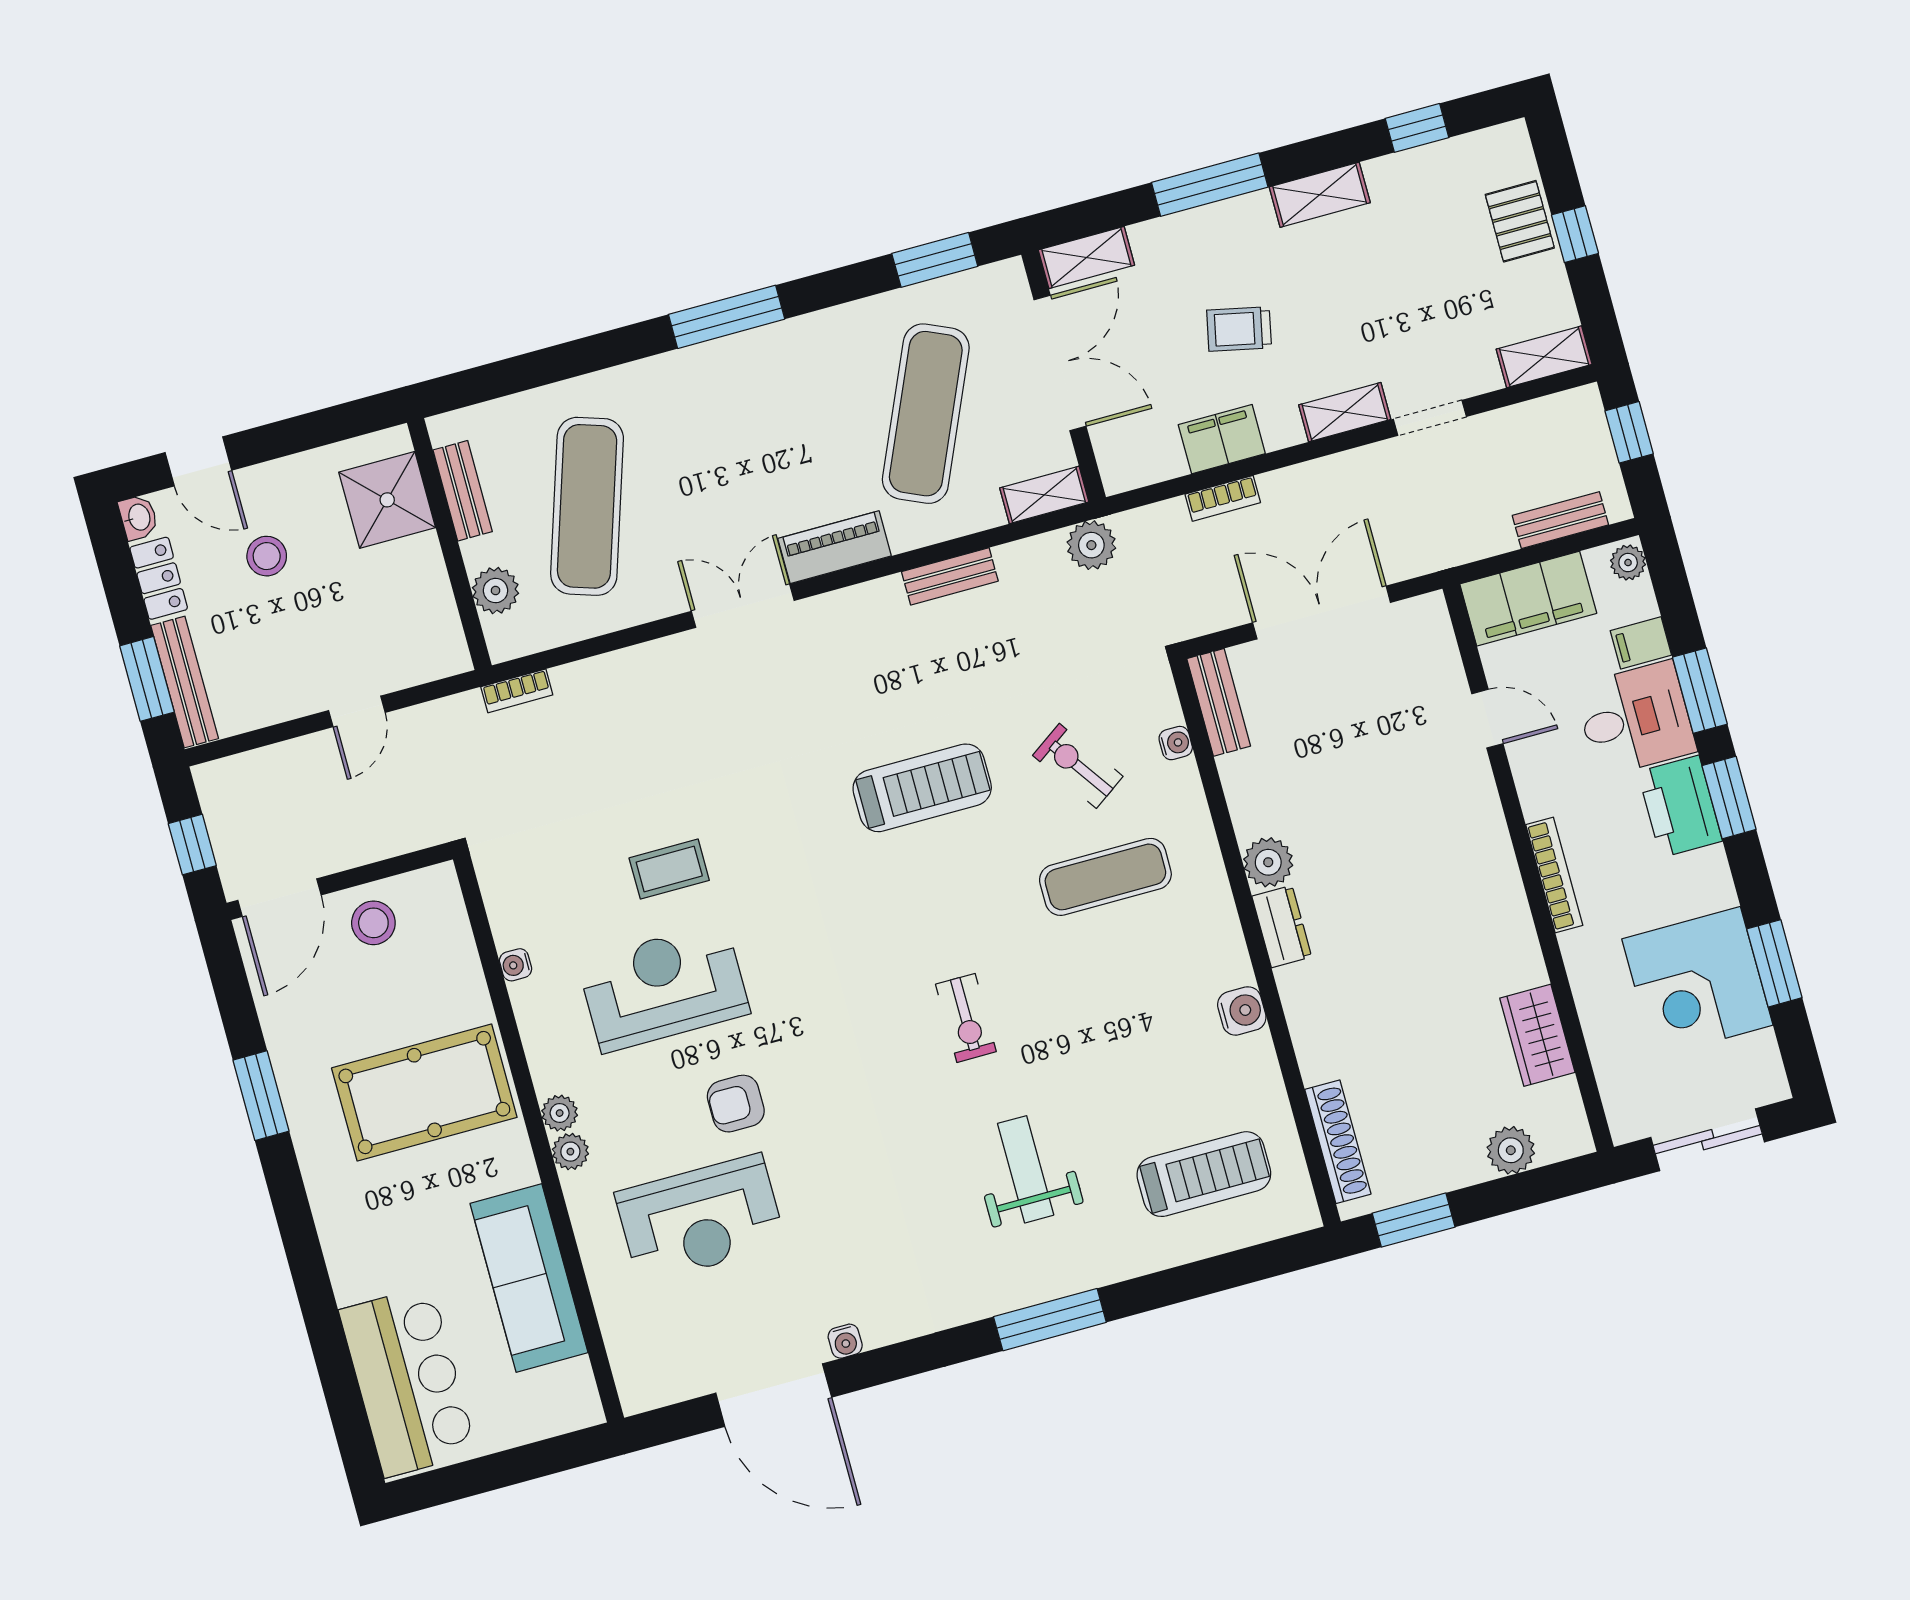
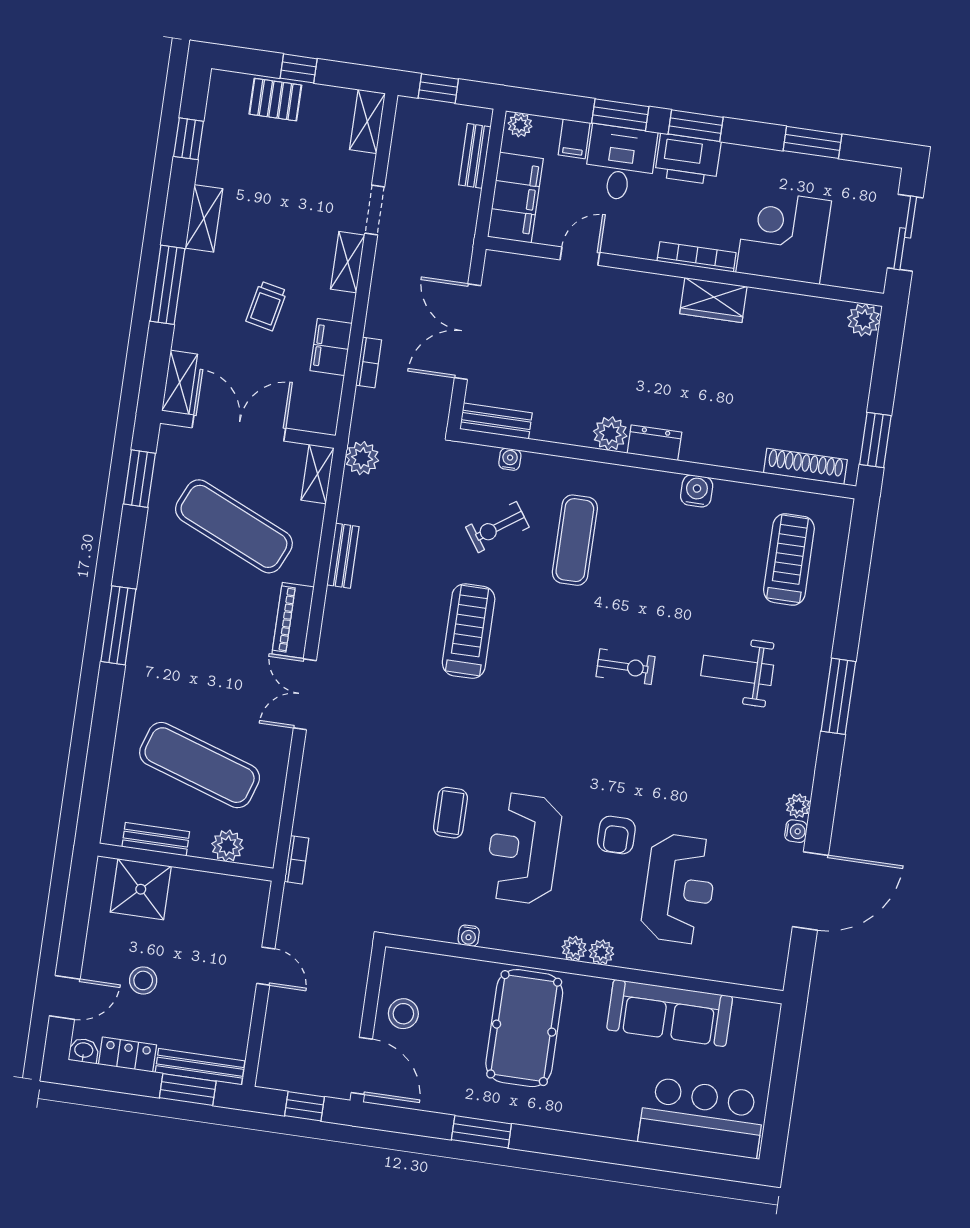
corner desk: (1697, 982) -> (784, 237), moved, turned 180
wardrobe: (1537, 1035) -> (713, 300), moved
plant: (1511, 1150) -> (864, 320), moved
plant: (880, 1329) -> (798, 806), added

